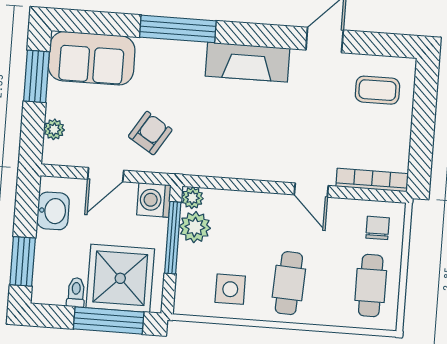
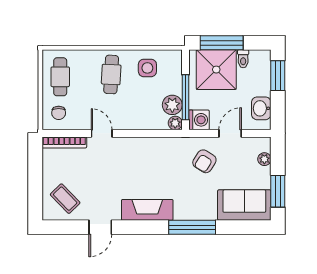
coffee table: (377, 90) -> (65, 199), turned 46

